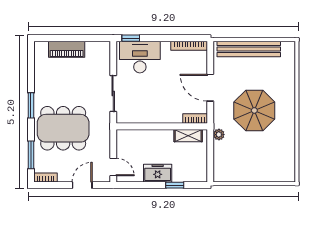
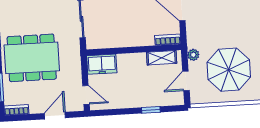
parasol: (254, 110) -> (229, 70), moved
door: (210, 159) -> (186, 81), added
freezer: (158, 173) -> (102, 64), moved, turned 180

